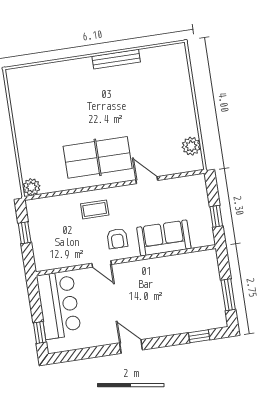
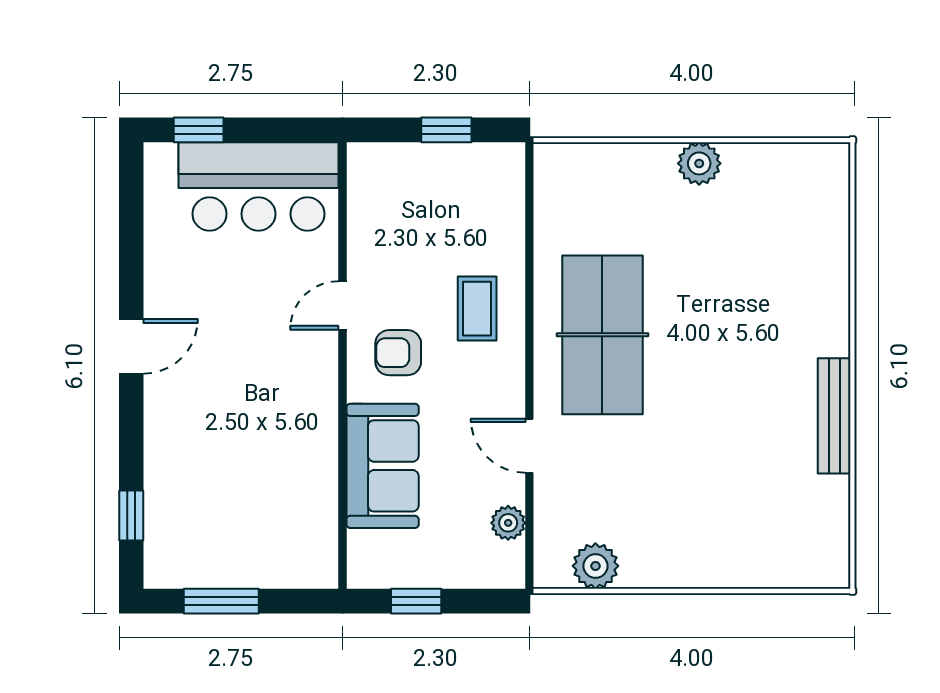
door: (147, 180) -> (529, 446), swing flipped
plant: (179, 184) -> (508, 523), added
plant: (32, 187) -> (699, 163), moved

